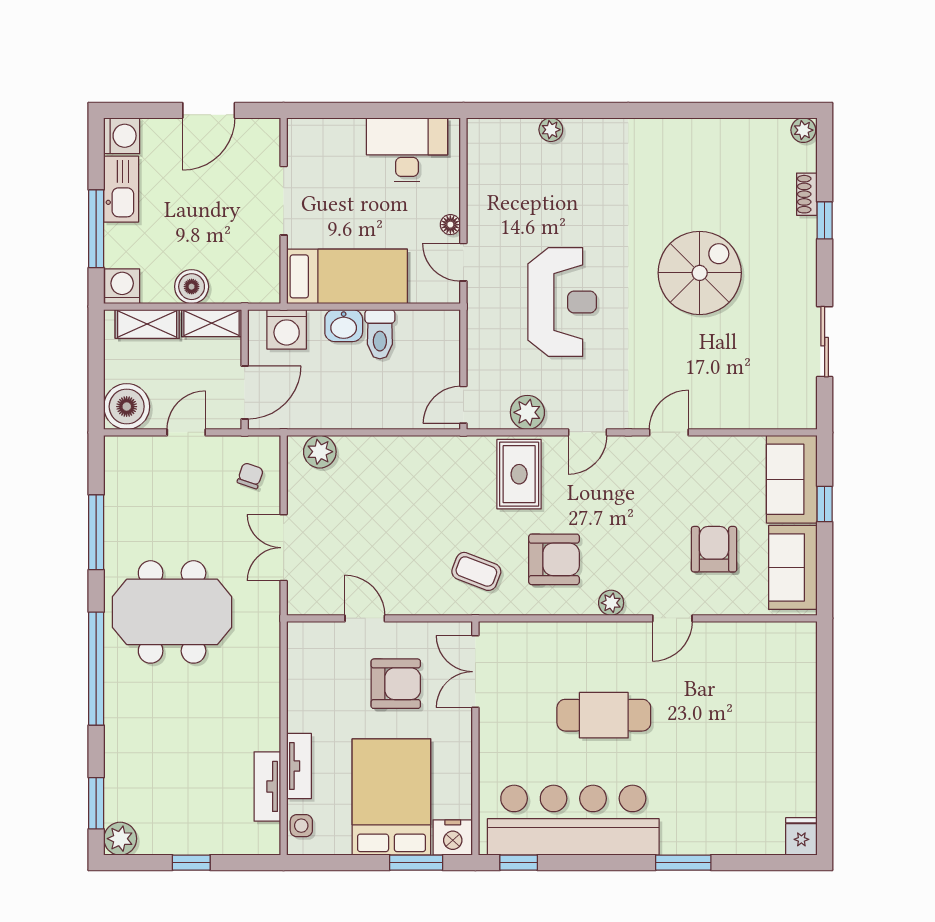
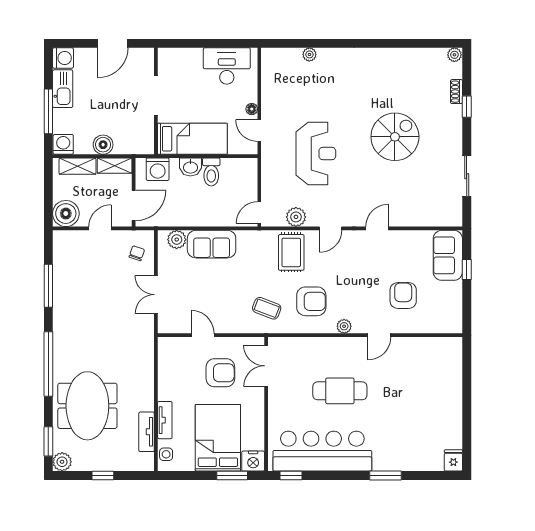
sofa: (793, 567) -> (212, 244), moved, turned -90
meeting table: (172, 612) -> (87, 406), moved, turned 90

